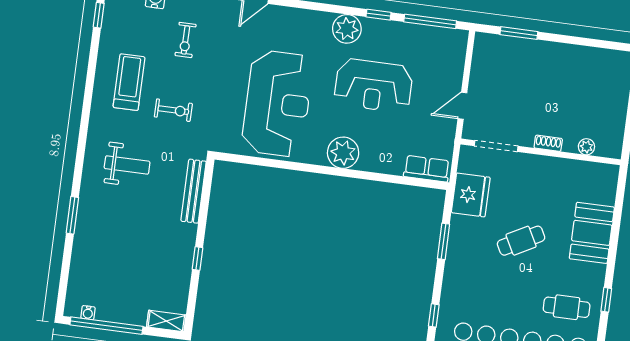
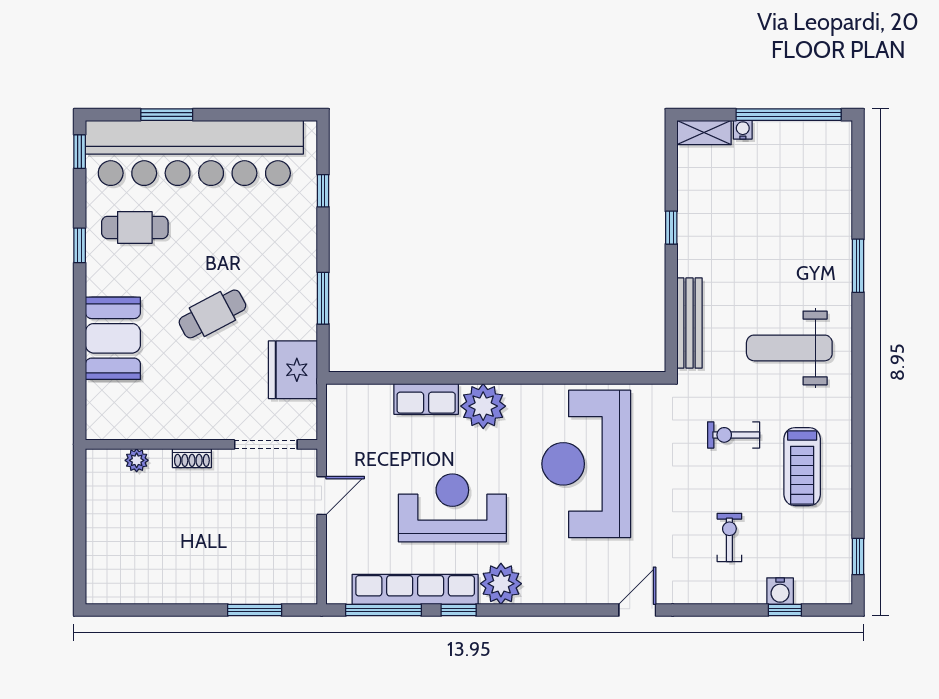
row of seats: (407, 33) -> (415, 589), added
weight bench: (127, 165) -> (789, 348), width x1.36, depth x1.33
row of seats: (427, 169) -> (426, 399), moved
water cooler: (88, 313) -> (743, 130), moved

